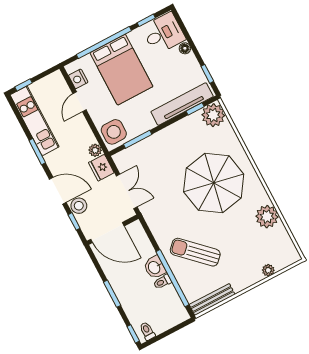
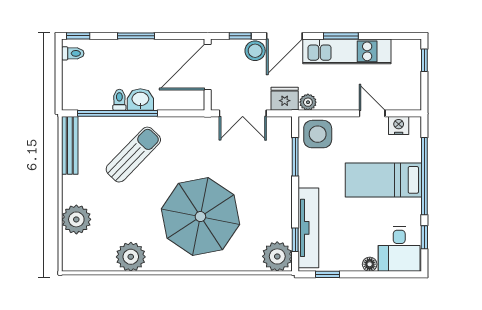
bed: (121, 70) -> (383, 180), width x0.67
kitchen unit: (35, 121) -> (347, 51), moved
plant: (268, 270) -> (76, 219), width x1.88, depth x1.88

